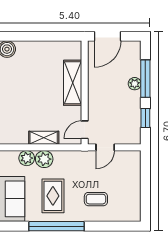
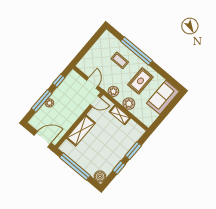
window: (45, 36) -> (75, 166), added
door: (105, 147) -> (92, 83), hinge flipped
plant: (27, 158) -> (113, 91), moved
window: (56, 226) -> (136, 51), moved

